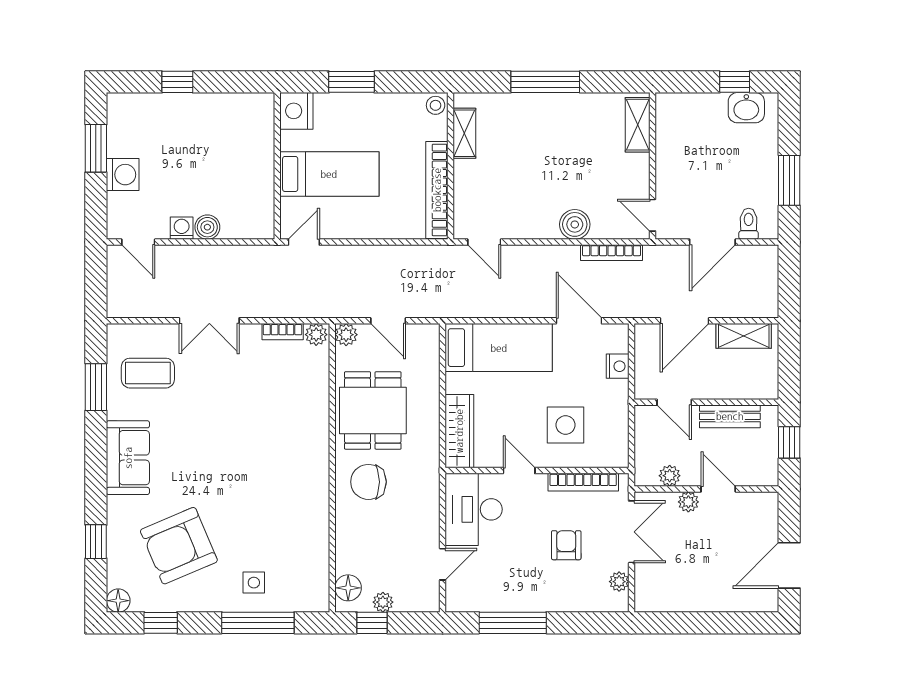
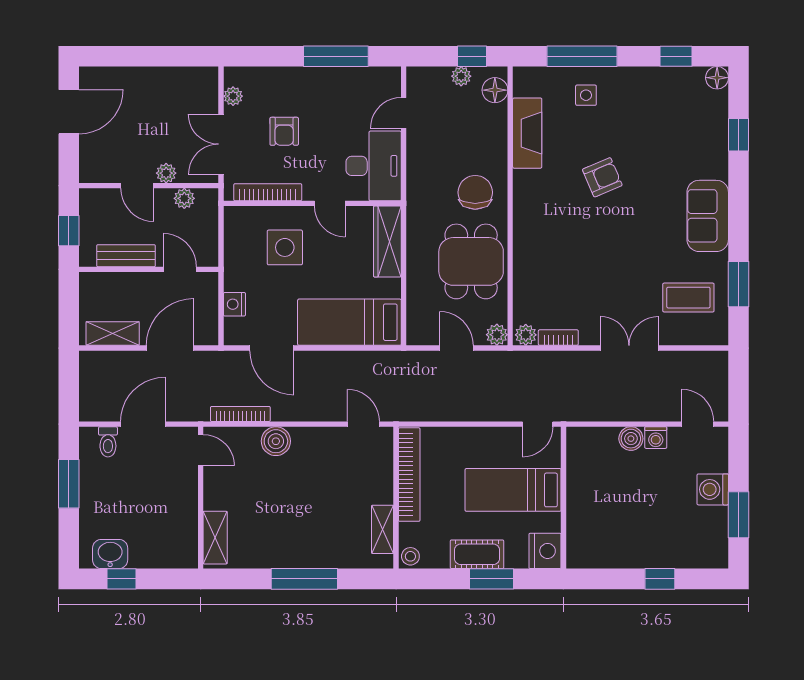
cot: (367, 107) -> (477, 554), added
chair: (368, 482) -> (475, 192), turned -90
fireplace: (315, 543) -> (527, 133), added
armchair: (179, 546) -> (602, 177), moved, width x0.53, depth x0.53

